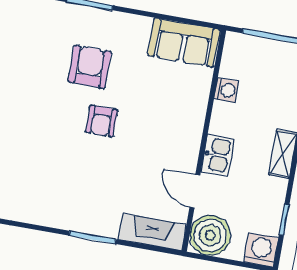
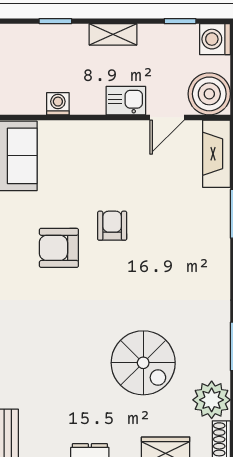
armchair: (102, 121) -> (112, 226), turned -90

